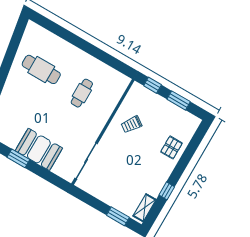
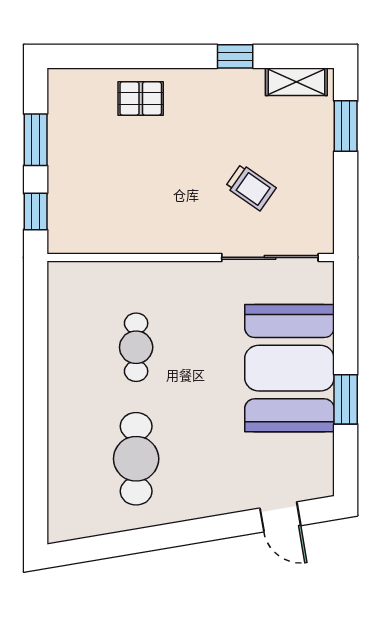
cafe table: (82, 93) -> (136, 347), turned 90
trolley: (131, 124) -> (251, 187), moved
booth: (39, 149) -> (289, 368), width x1.36, depth x1.42

